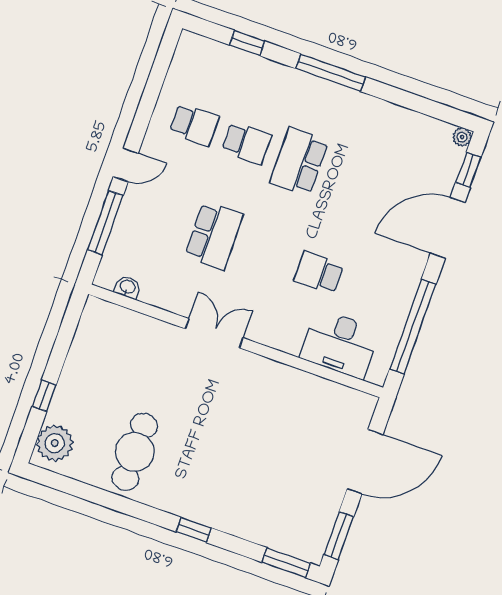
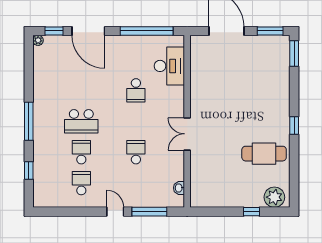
school desk: (214, 236) -> (136, 152), width x0.54
window: (194, 530) -> (294, 126), moved

